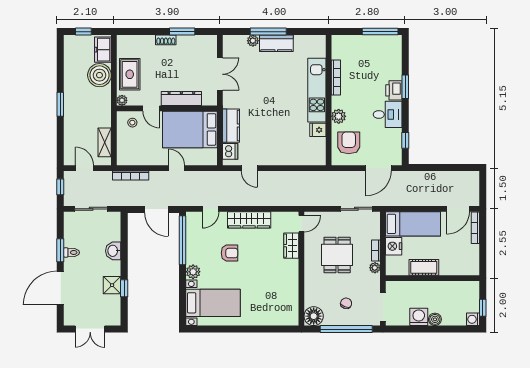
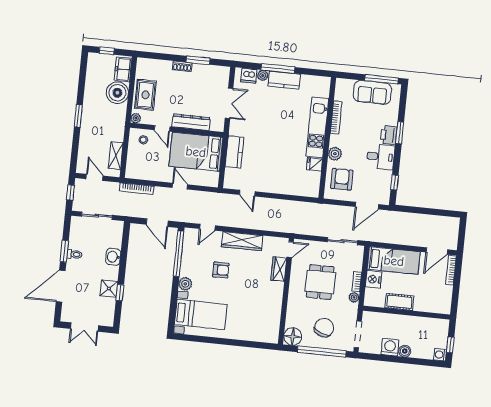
sofa: (372, 47) -> (372, 92), added
dishwasher: (230, 151) -> (249, 76), moved, turned 90
chair: (346, 303) -> (324, 328), width x1.87, depth x1.87

